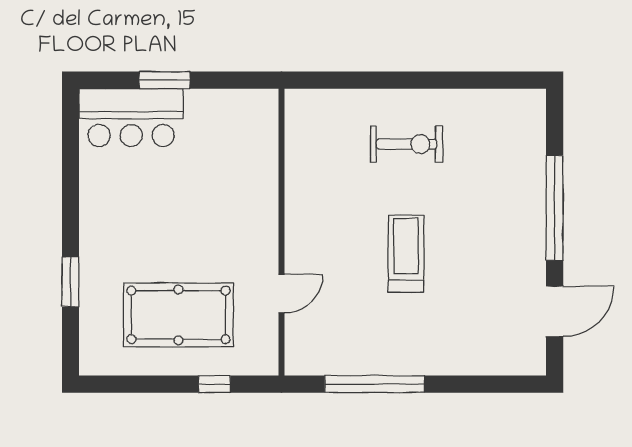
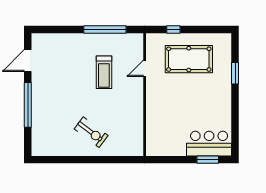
window: (164, 80) -> (208, 160), moved
exercise bike: (407, 144) -> (91, 132), turned -143
treadmill: (406, 254) -> (104, 72), moved

